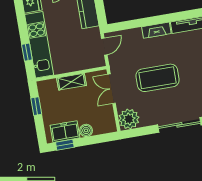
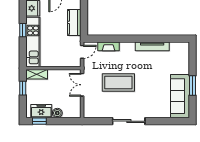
fireplace: (156, 30) -> (109, 46), moved
window: (27, 52) -> (23, 30), moved
shelving: (72, 82) -> (37, 74), moved
plant: (129, 119) -> (91, 110), removed

